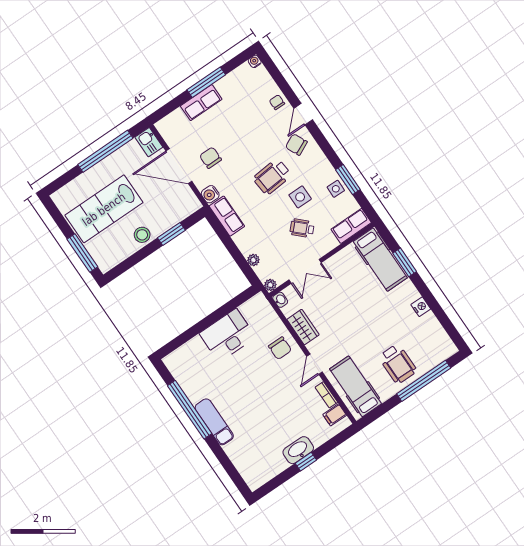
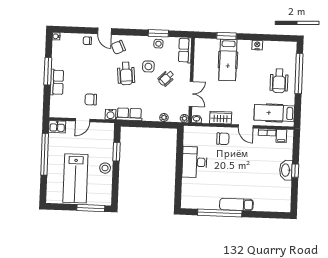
door: (179, 166) -> (83, 120), width x0.53
hospital bed: (380, 260) -> (228, 60), moved, turned 90
wheelchair: (398, 364) -> (279, 81), turned 90

